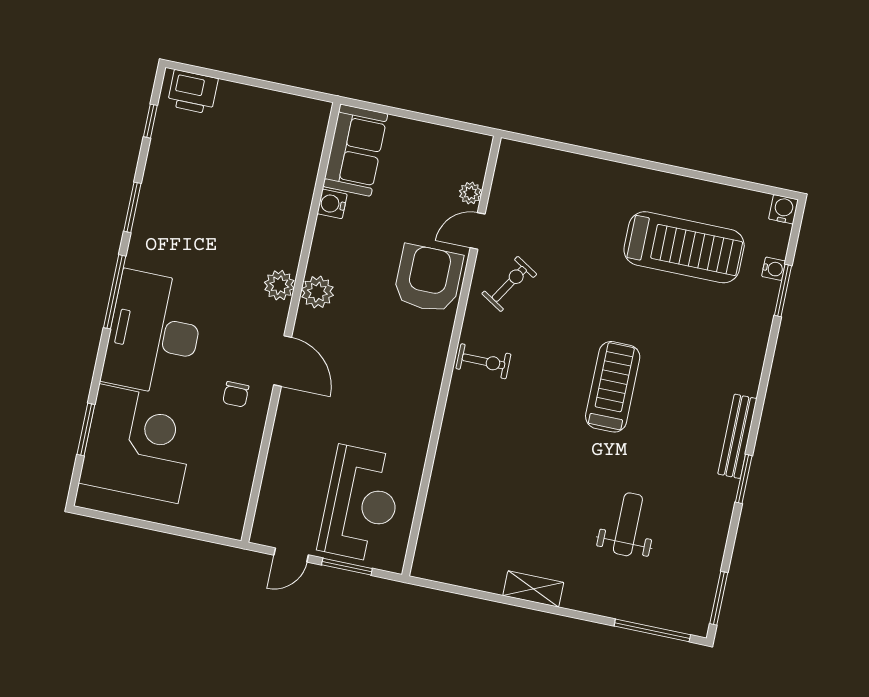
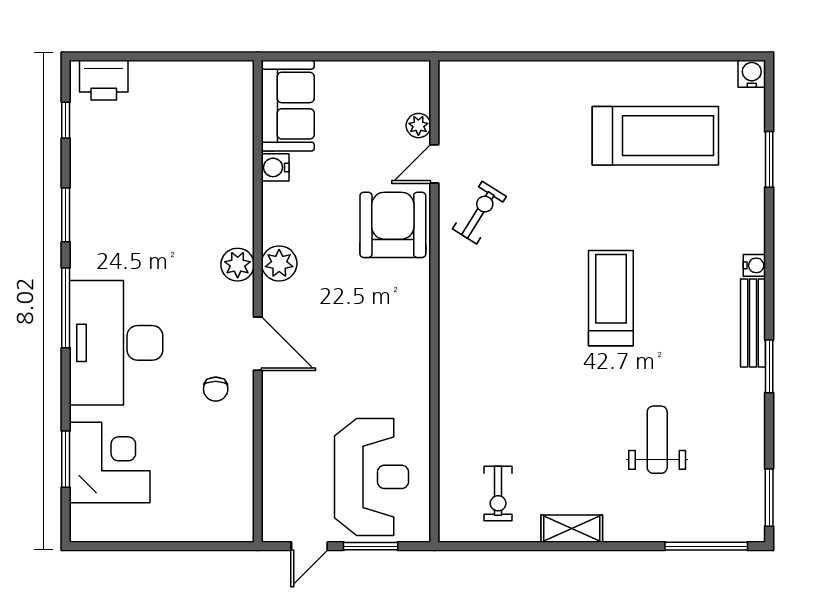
water cooler: (774, 269) -> (754, 265), moved
exercise bike: (483, 361) -> (498, 493), moved, turned 90
corner desk: (139, 444) -> (110, 463), width x0.74, depth x0.74

